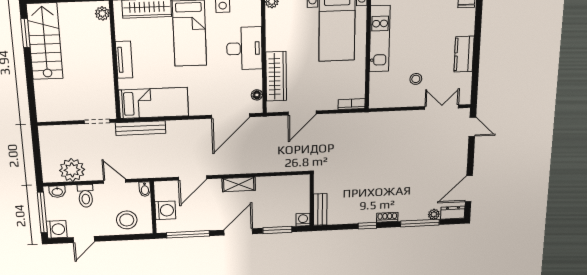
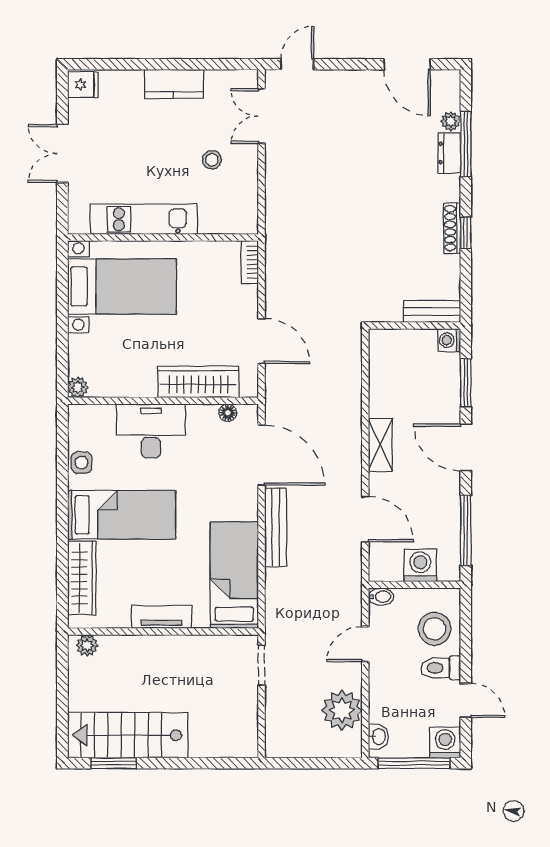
bench: (141, 128) -> (275, 527), moved
toilet: (86, 196) -> (441, 668), moved, turned 180
dresser: (453, 213) -> (449, 153), moved
shoe rack: (387, 217) -> (452, 228), moved, width x1.43

